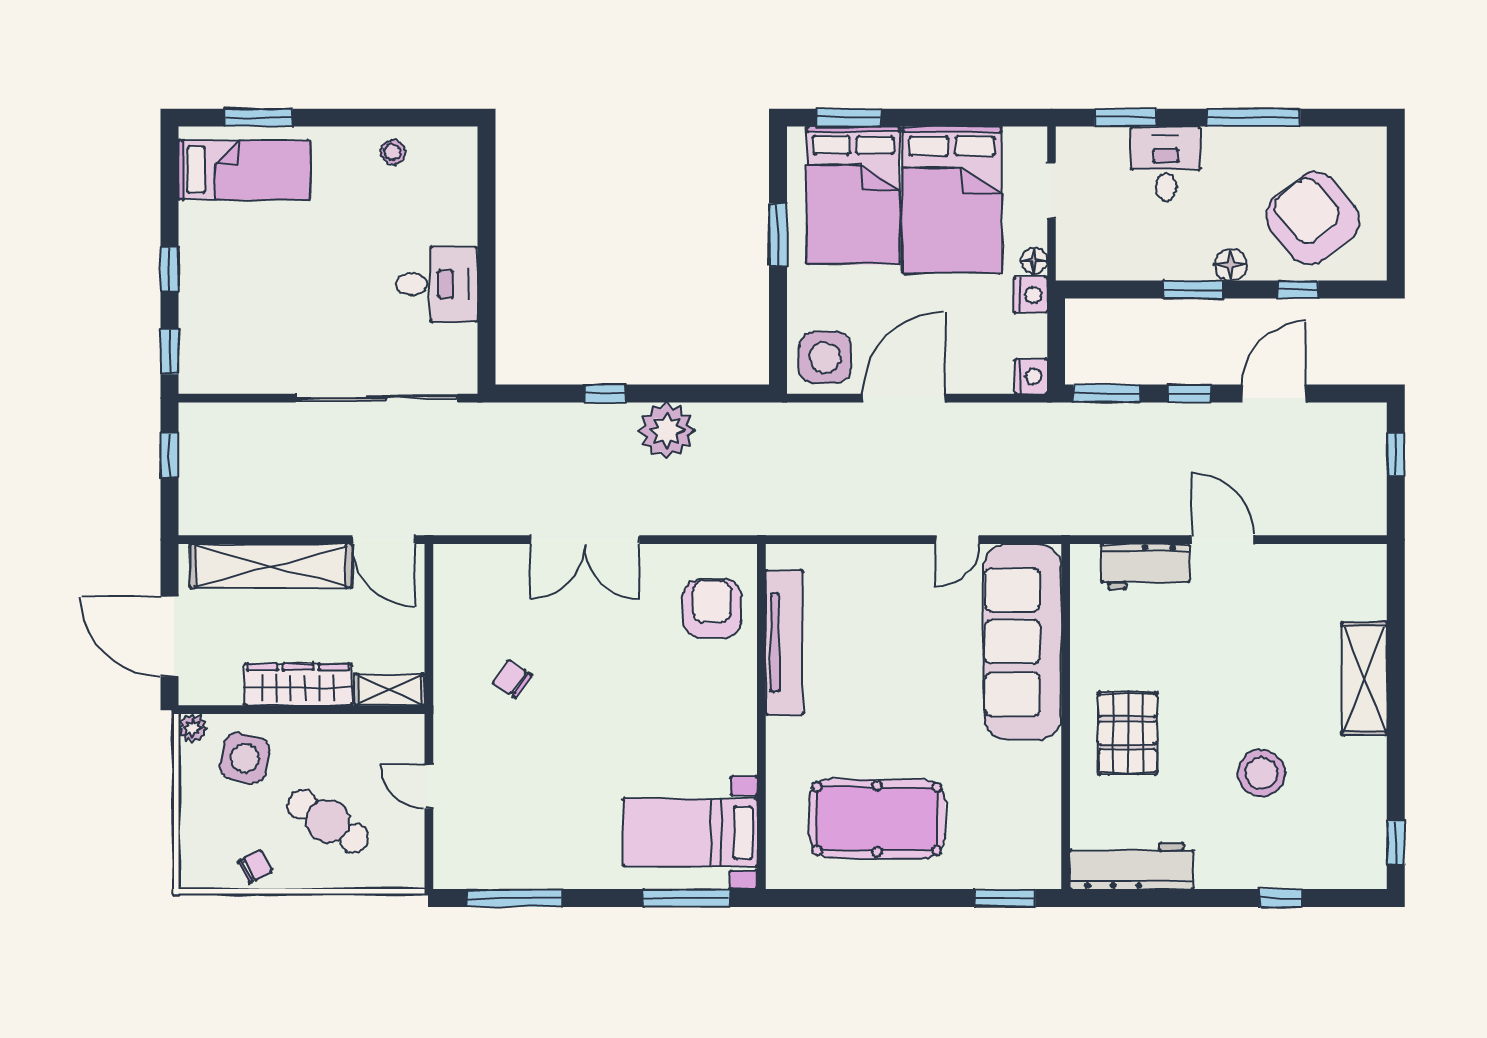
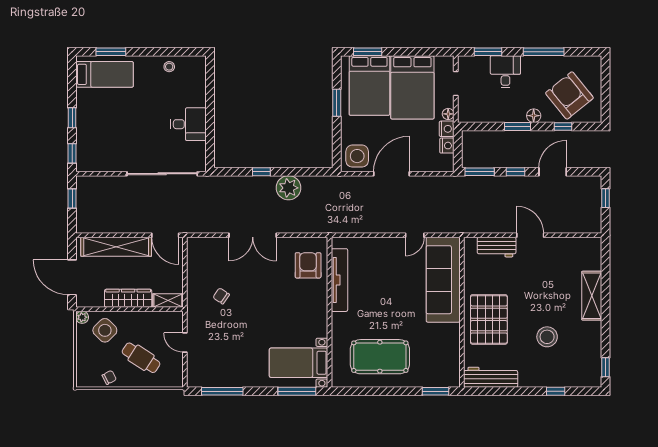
nightstand: (1031, 376) -> (447, 146), moved
pallet: (1128, 733) -> (489, 319), width x1.37, depth x1.41
side table: (245, 758) -> (105, 330), turned 33

